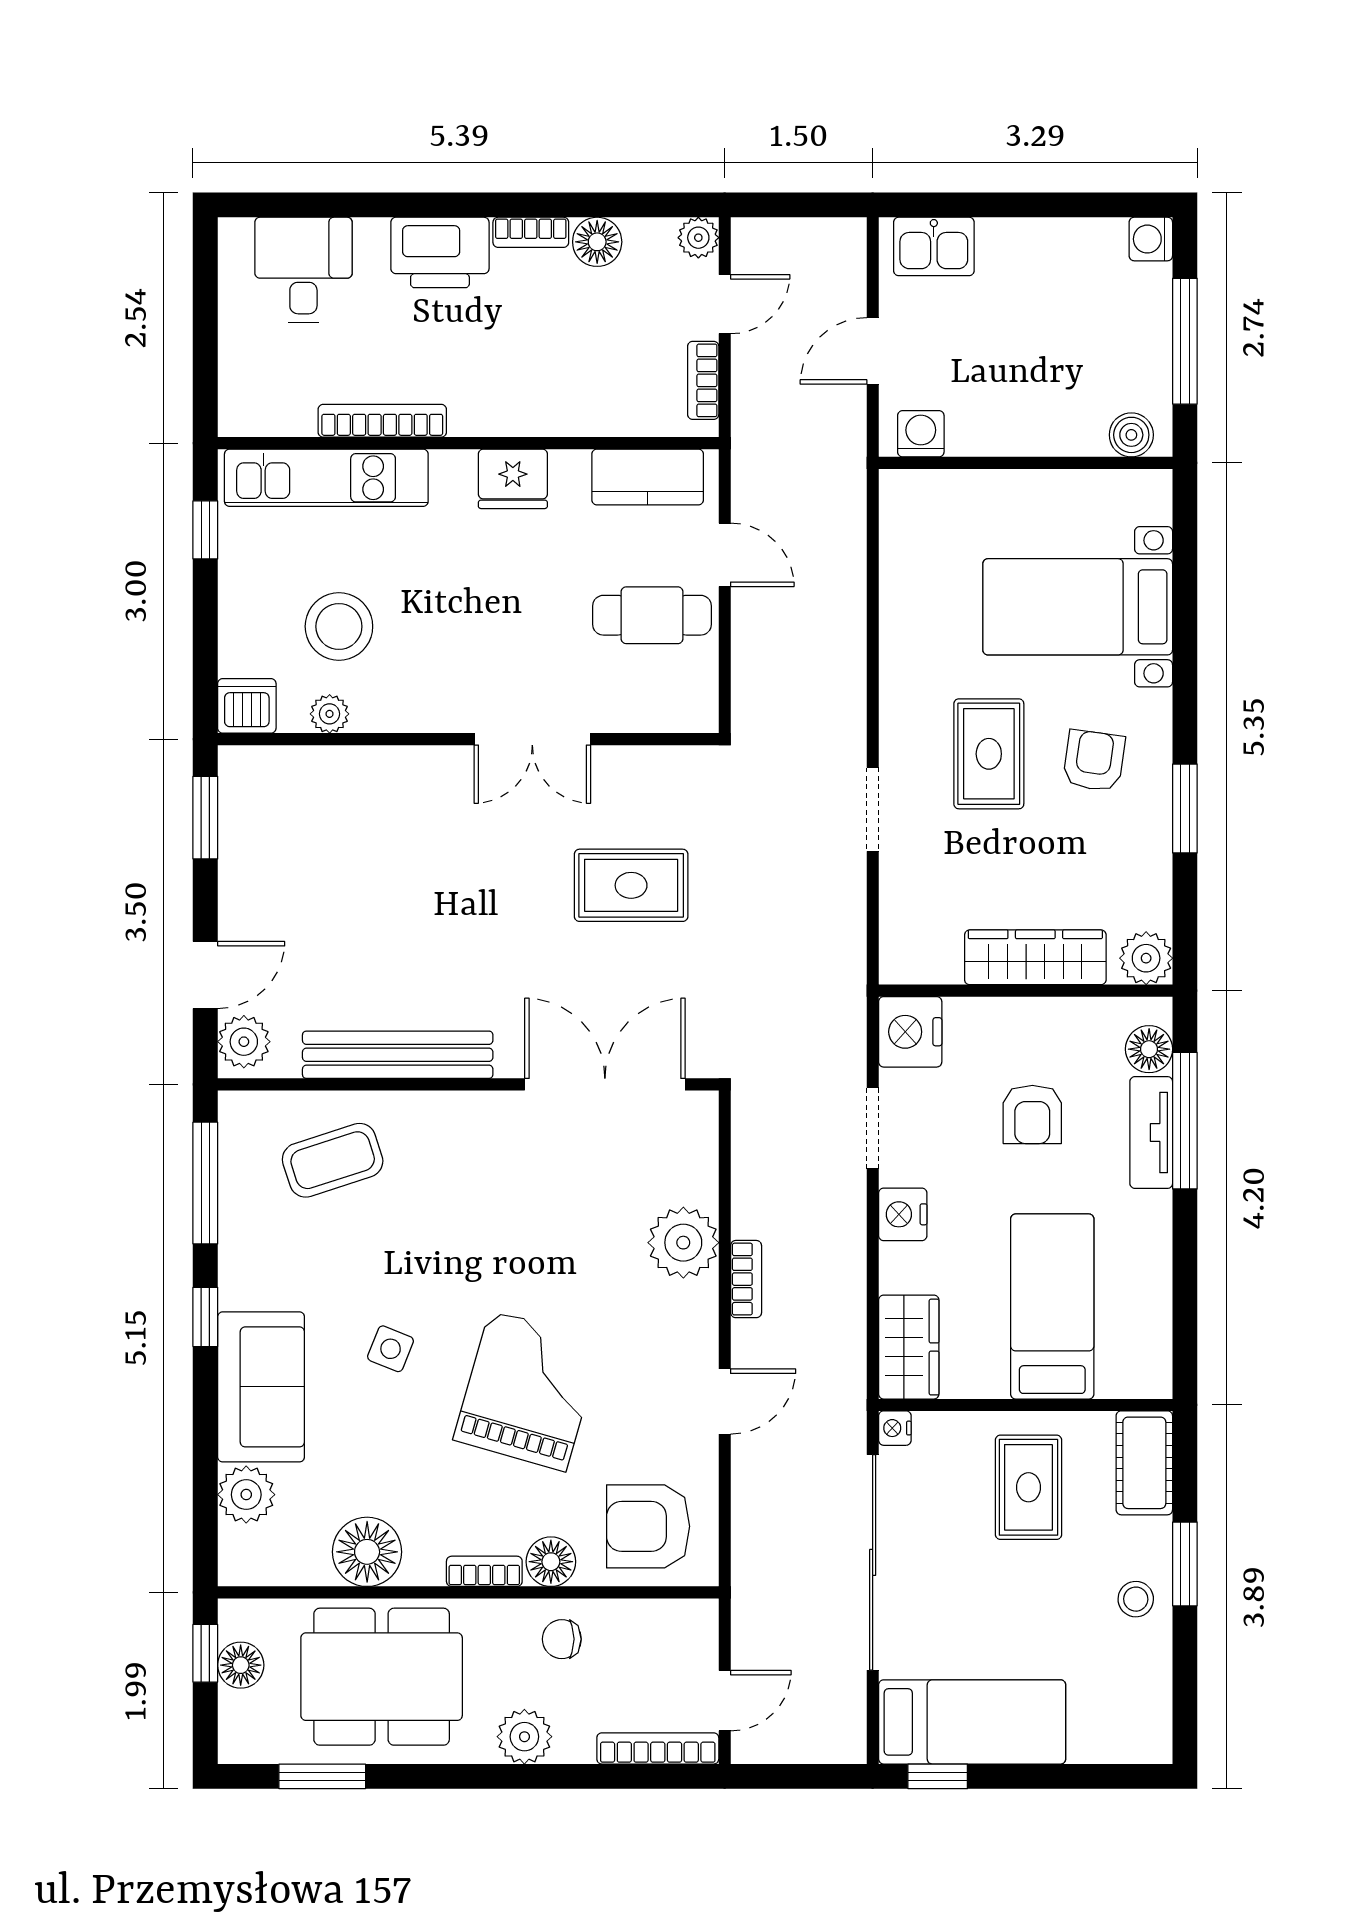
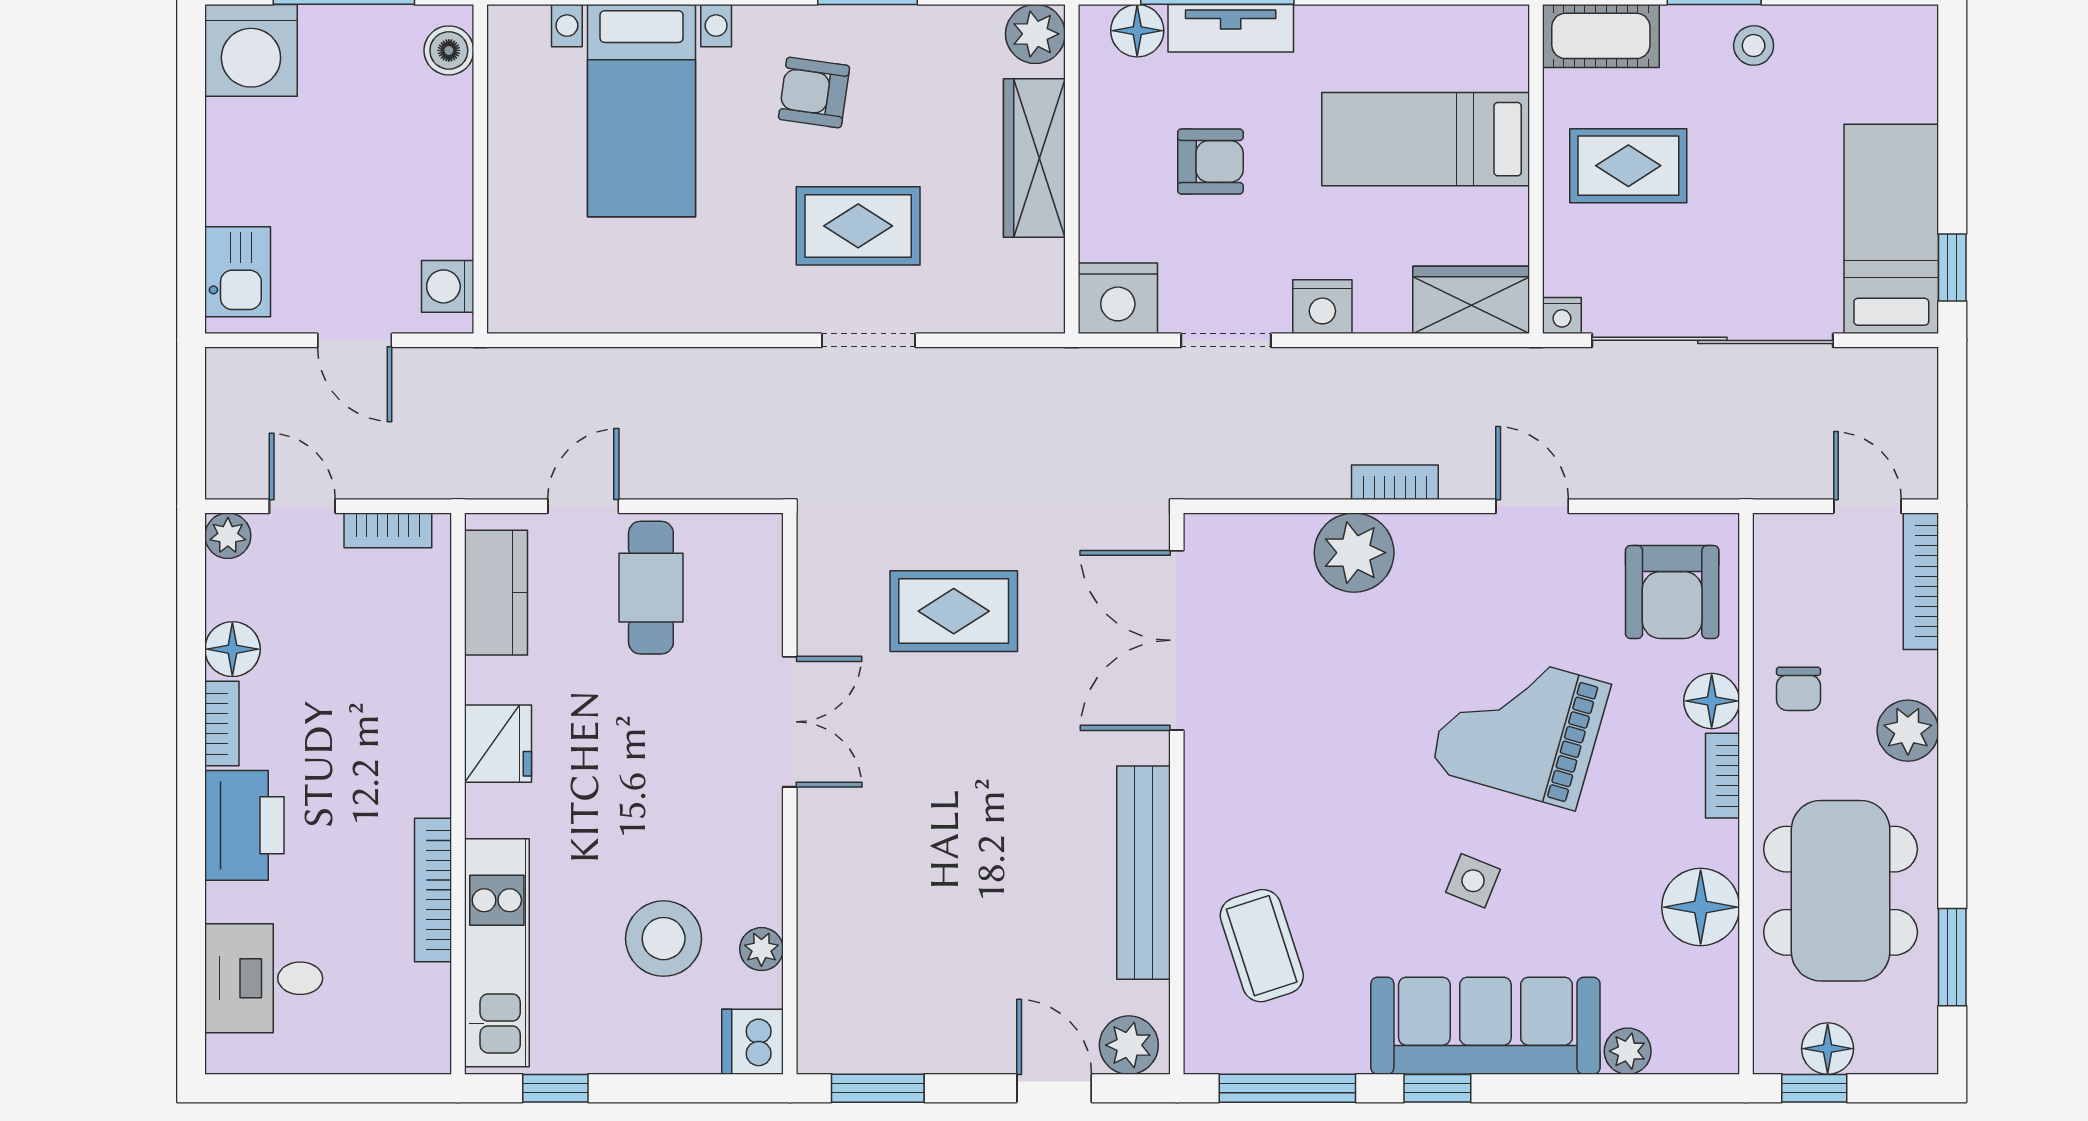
washing machine: (1151, 239) -> (251, 50), width x1.89, depth x1.89
rug: (989, 754) -> (858, 226), moved
rug: (631, 885) -> (954, 611), turned 90
sofa: (261, 1387) -> (1485, 1026), width x1.36
plant: (246, 1495) -> (1628, 1051), width x0.73, depth x0.73

